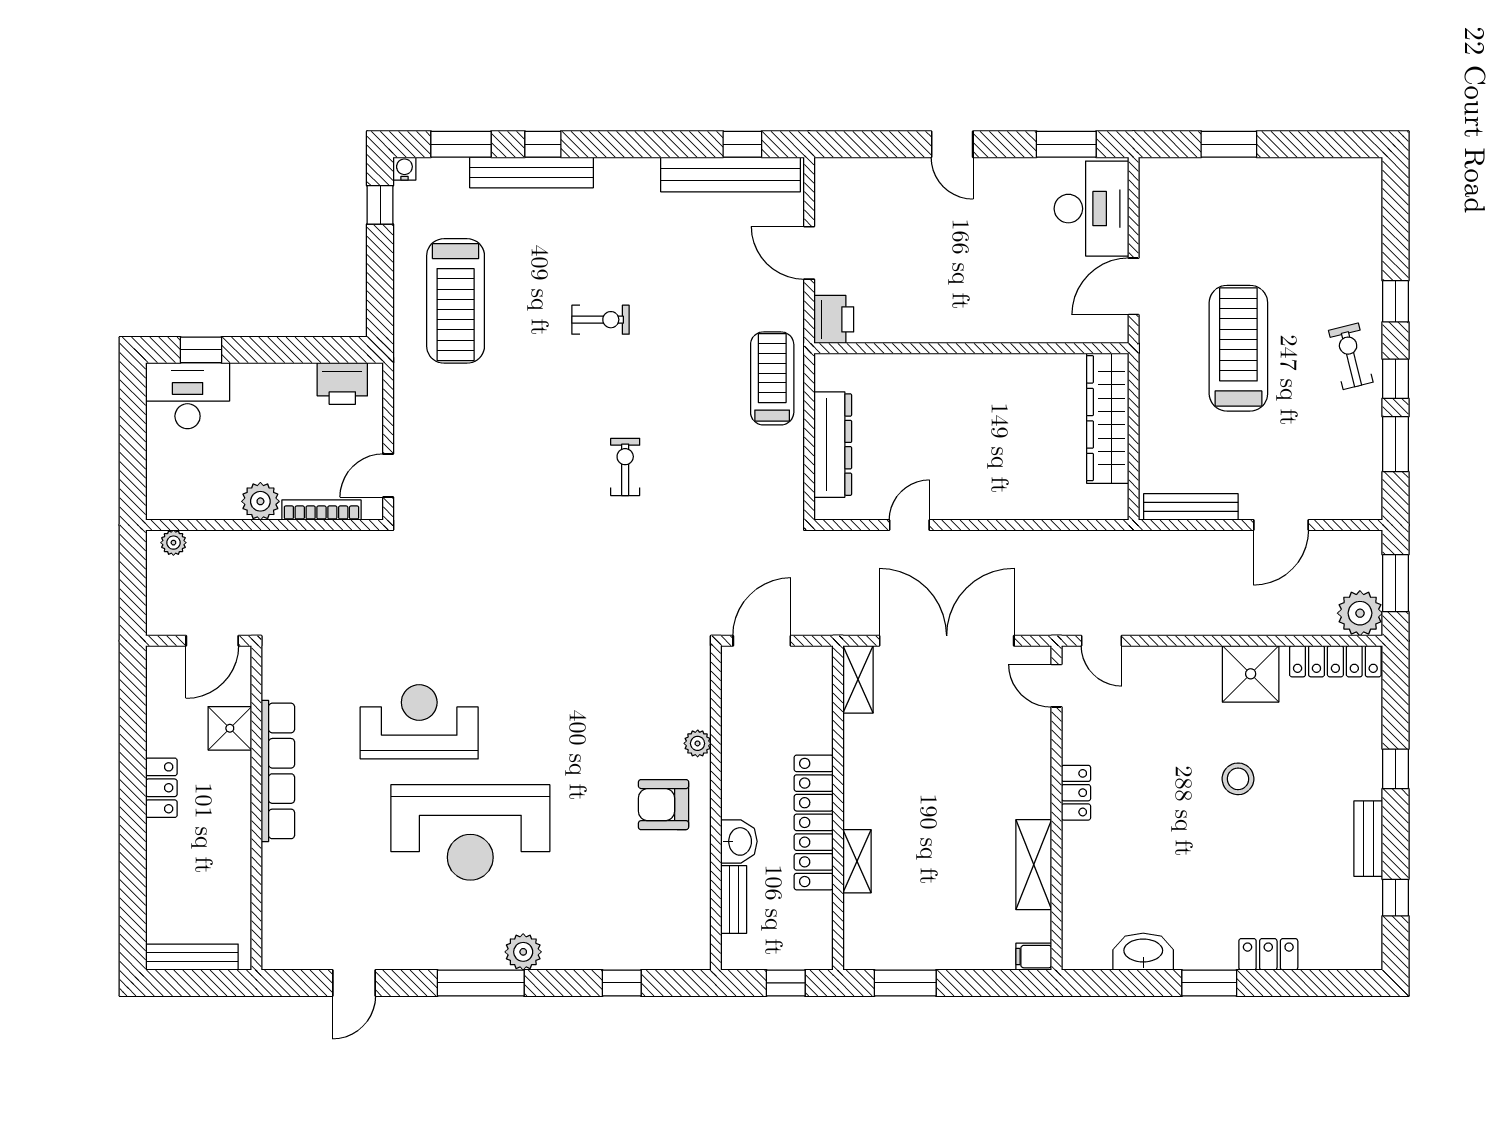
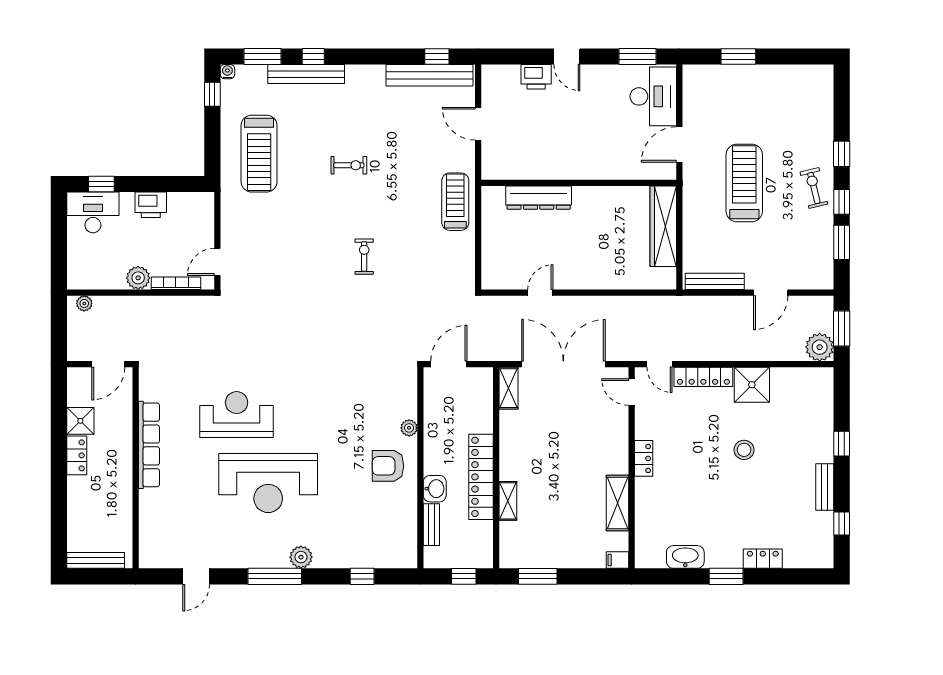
printer: (834, 319) -> (536, 77), moved, turned 90
printer: (342, 384) -> (151, 205), moved
dresser: (833, 445) -> (539, 198), moved, turned 90
locker: (1335, 661) -> (703, 377), moved
shower: (230, 728) -> (80, 421), moved

